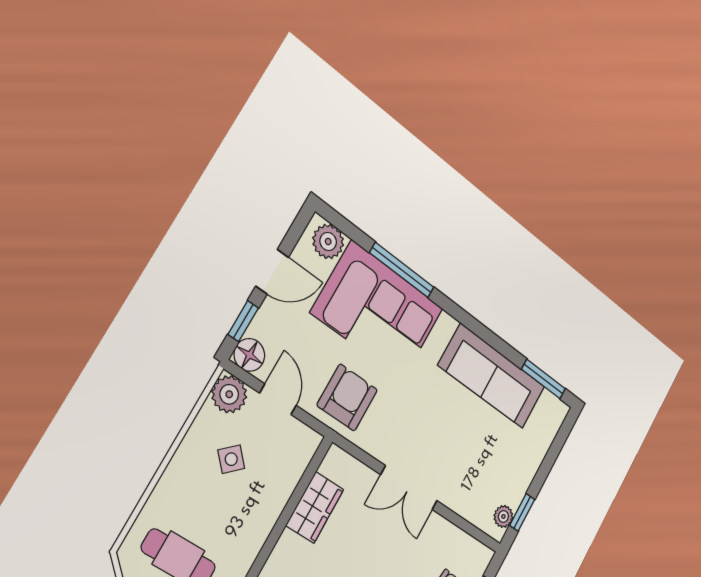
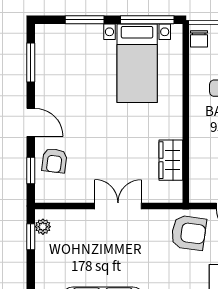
armchair: (347, 397) -> (189, 233), turned -82

